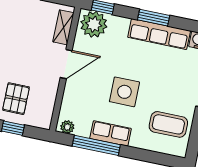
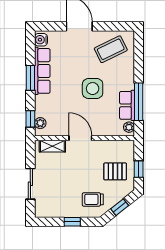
plant: (94, 24) -> (40, 123), width x0.53, depth x0.53
coffee table: (168, 124) -> (111, 49), turned 64
row of seats: (111, 133) -> (127, 105), moved

